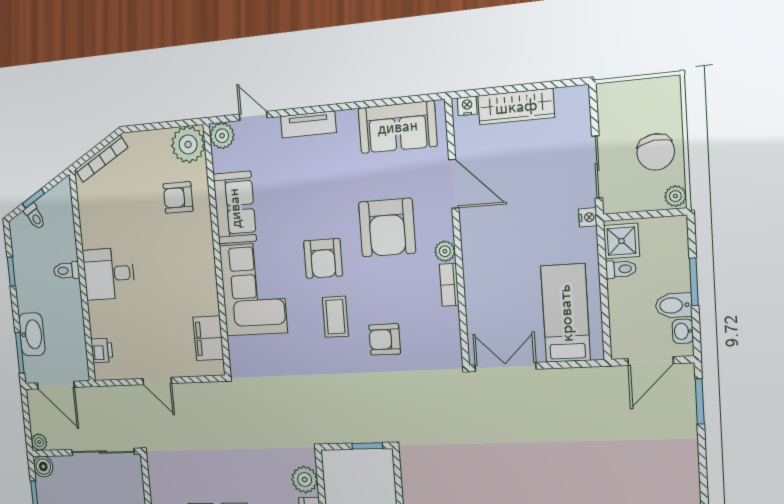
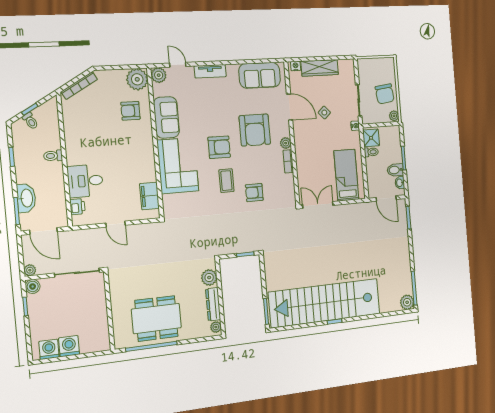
side table: (523, 193) -> (324, 113), added
armchair: (323, 258) -> (219, 147), turned -90
desk: (109, 274) -> (85, 181), moved
door: (651, 361) -> (386, 198), hinge flipped

